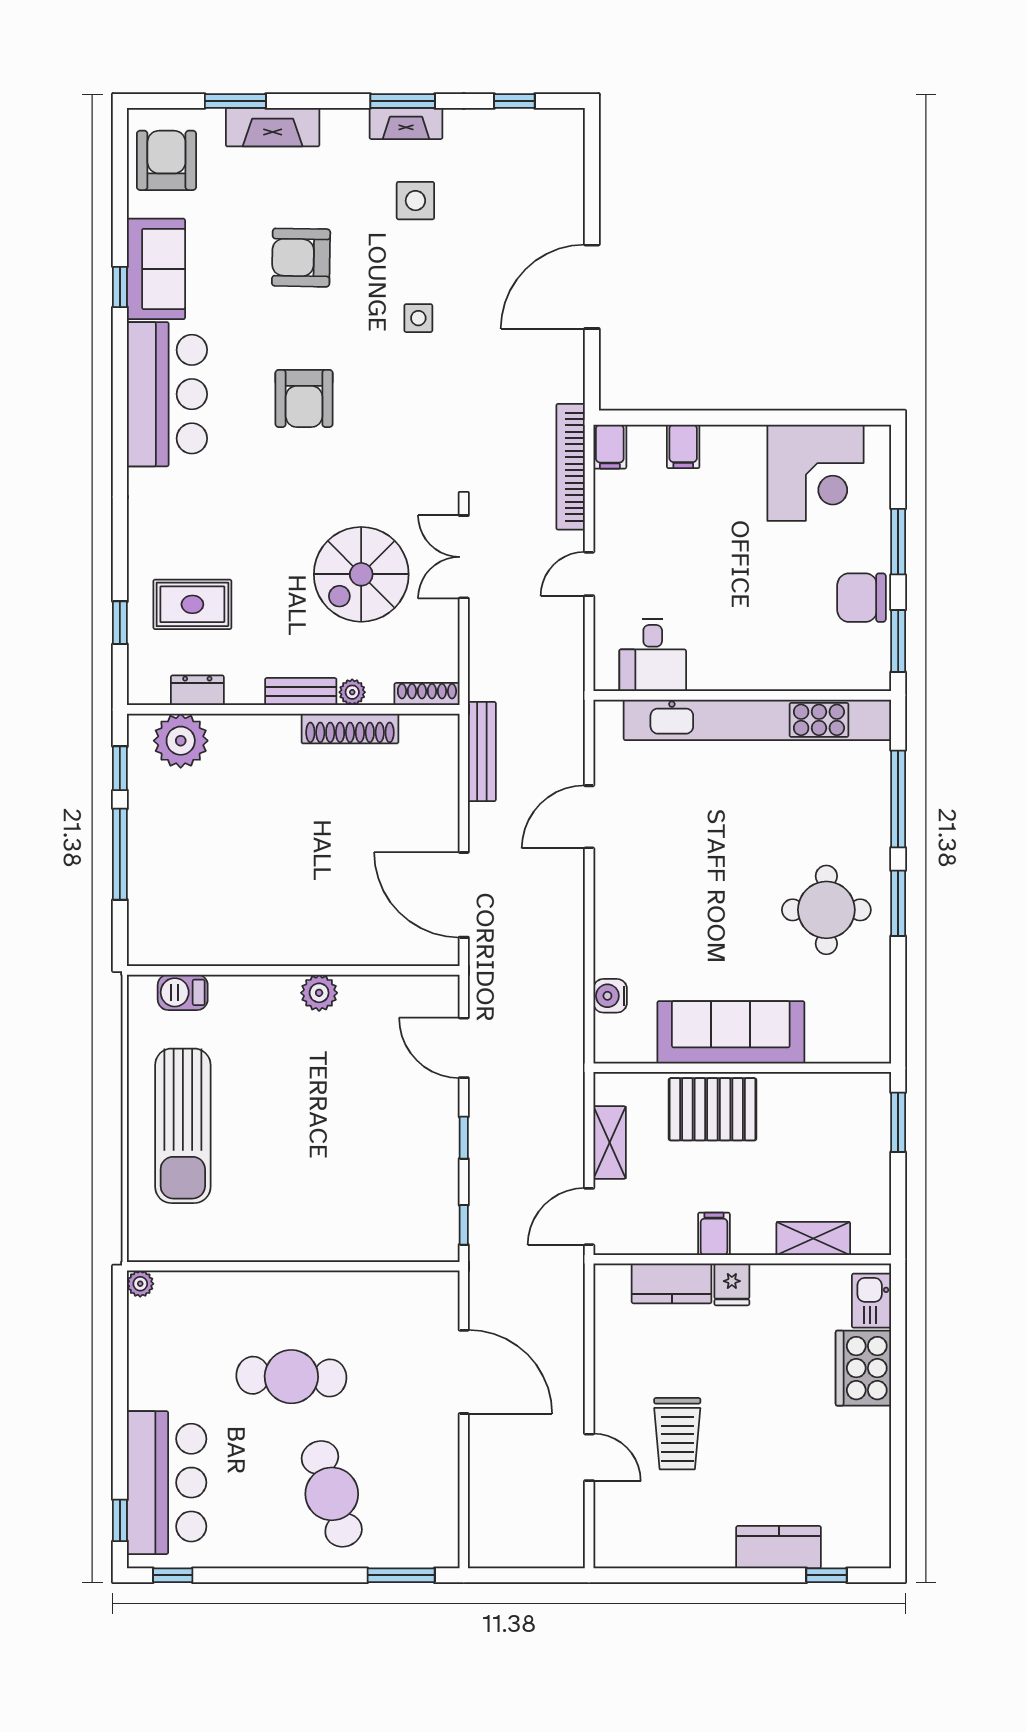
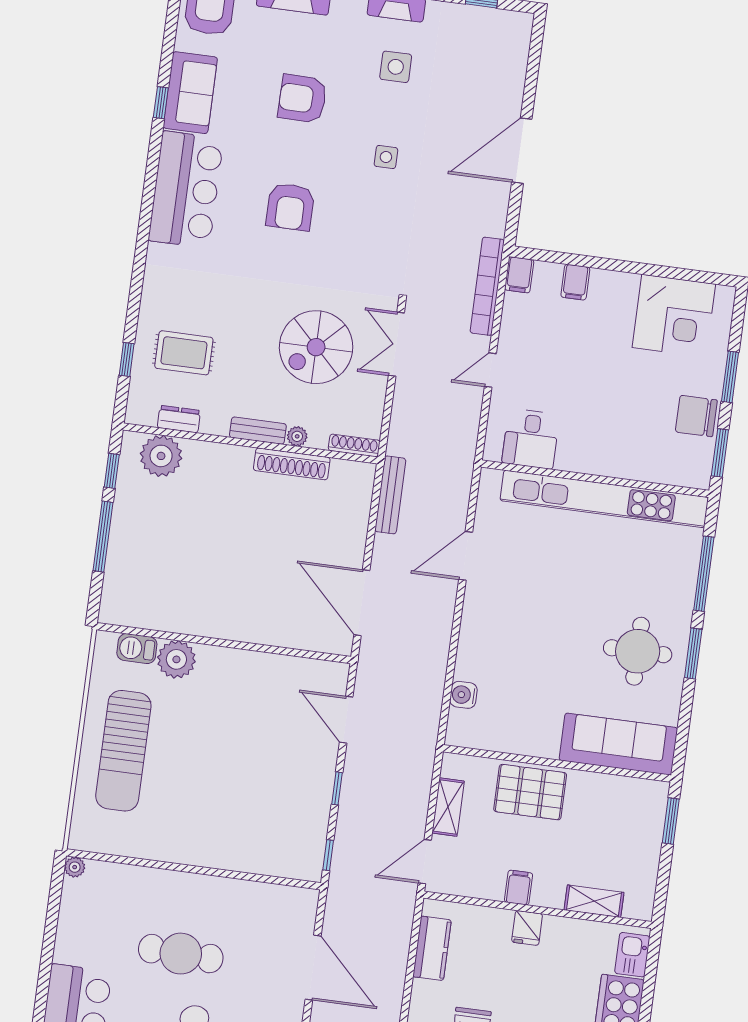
plant: (319, 993) -> (176, 659), moved, width x1.36, depth x1.36
sofa: (731, 1032) -> (618, 744), moved
kitchen counter: (672, 1283) -> (432, 948), moved, turned -90

